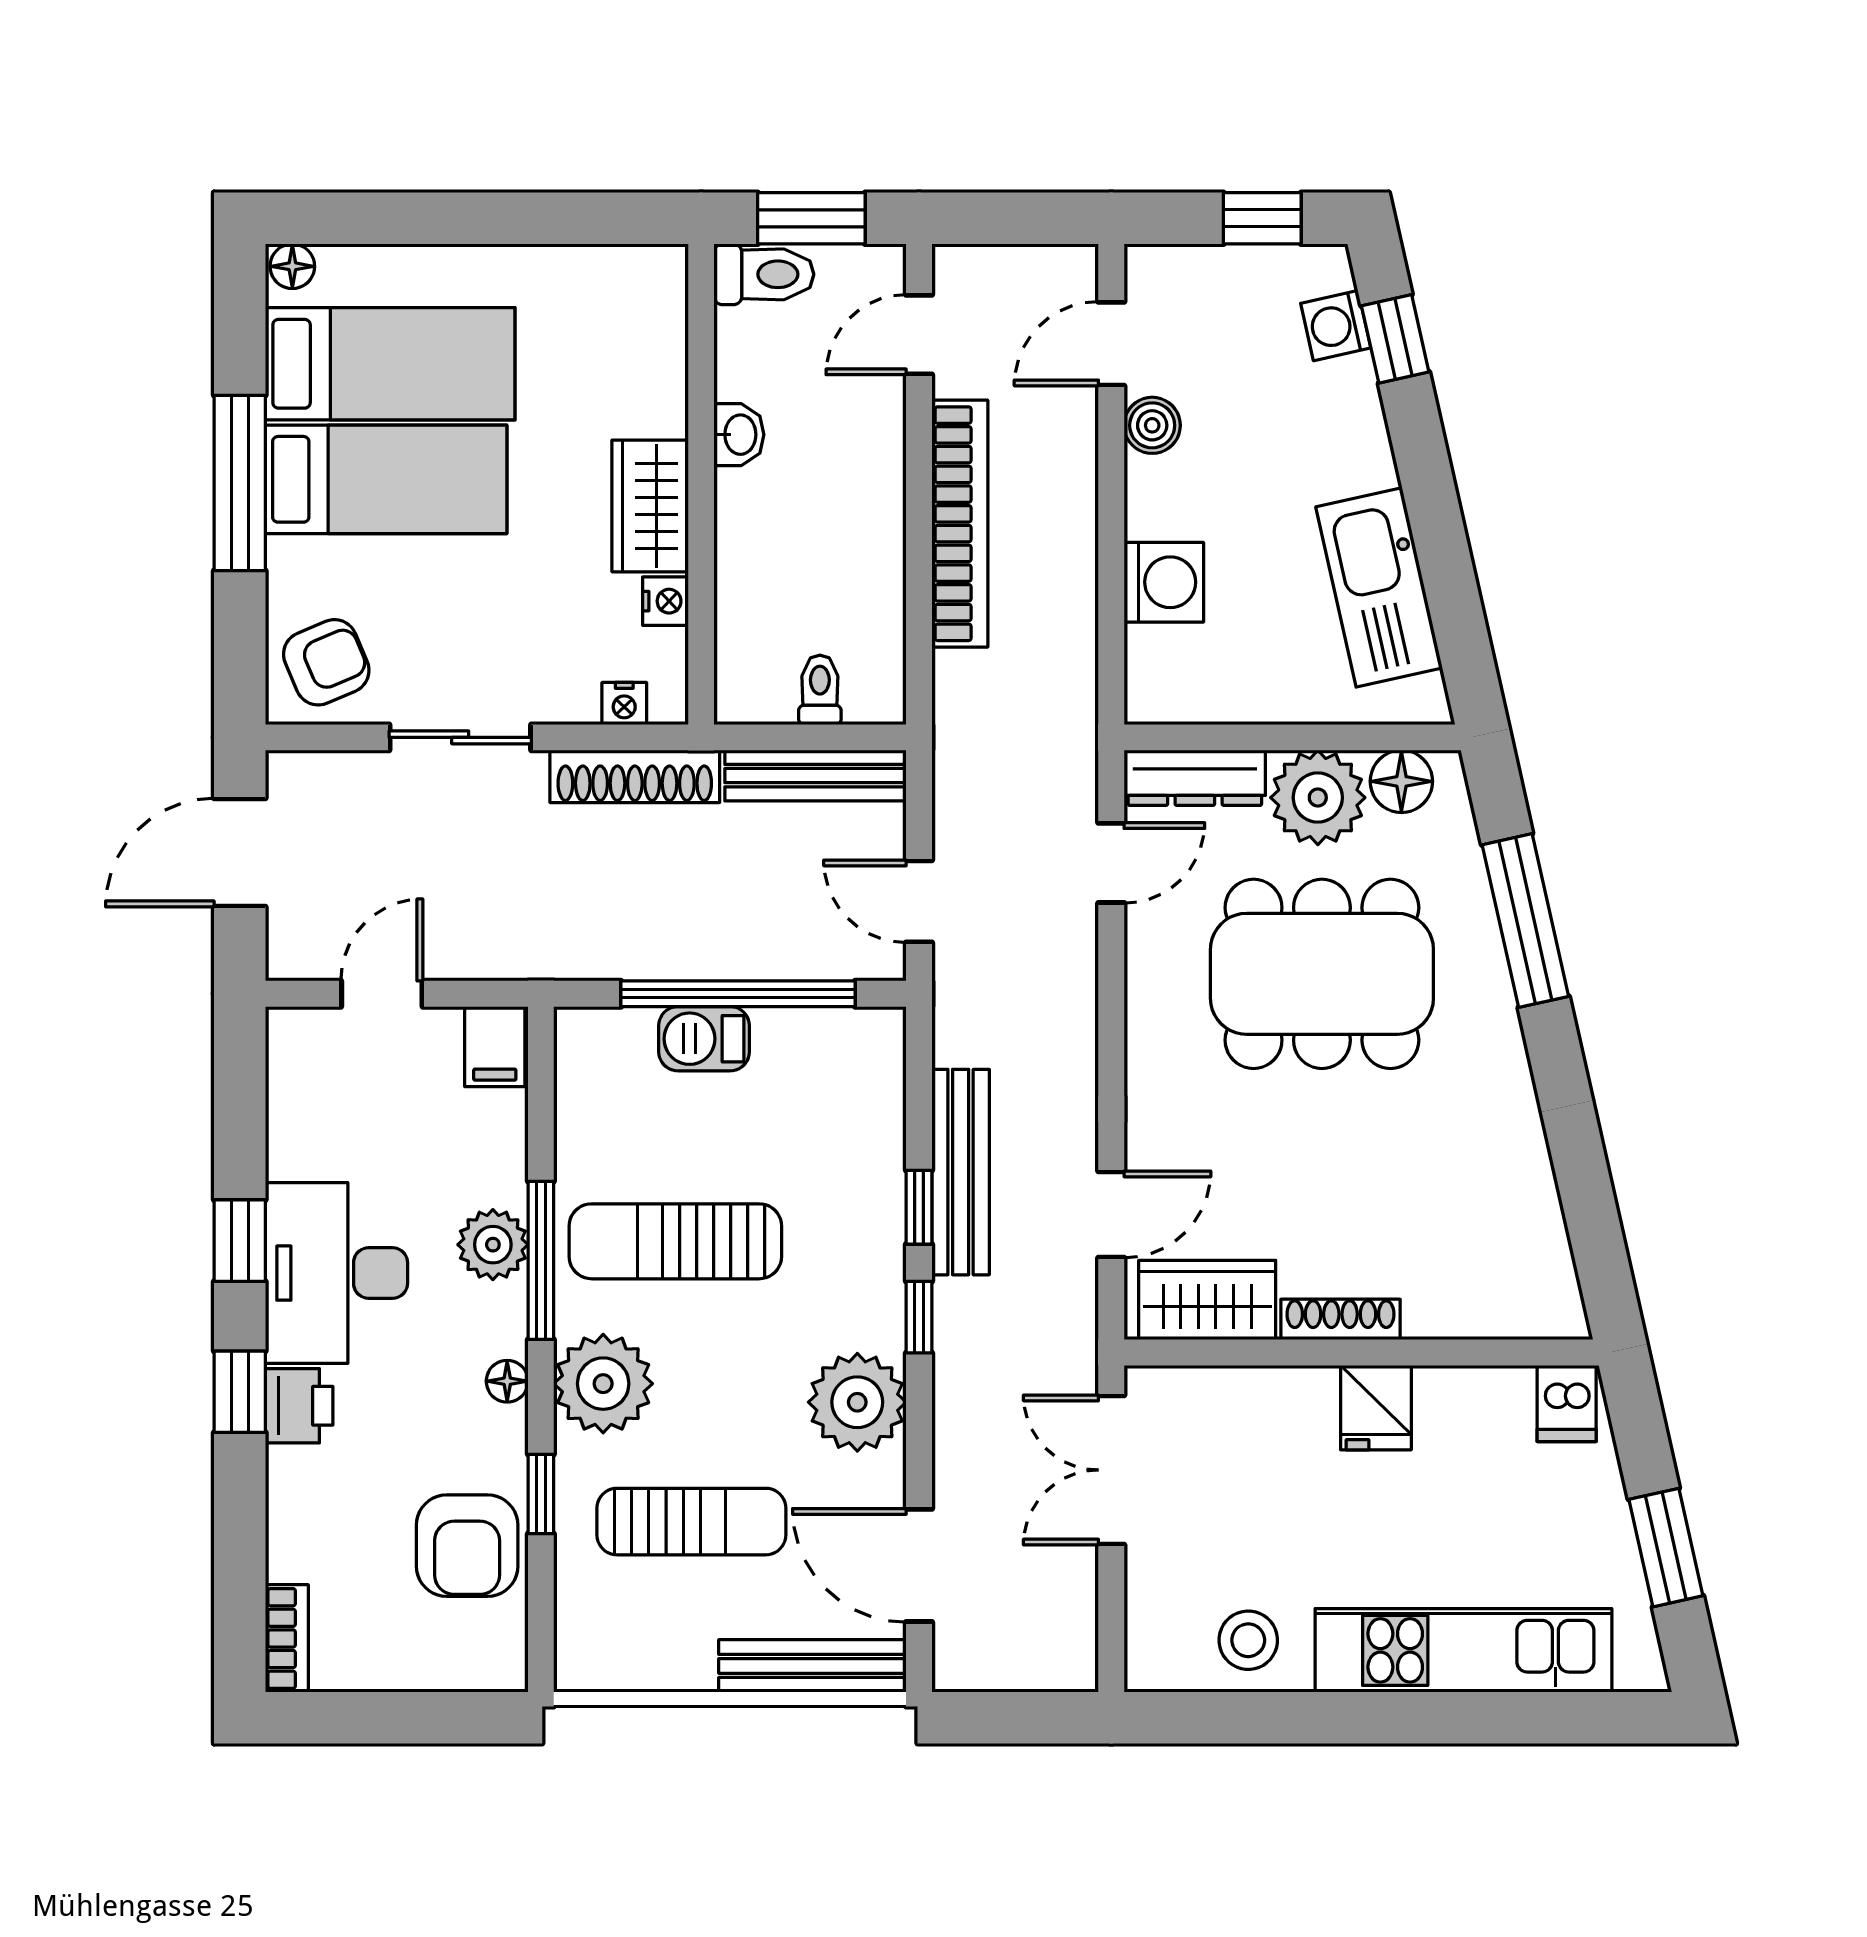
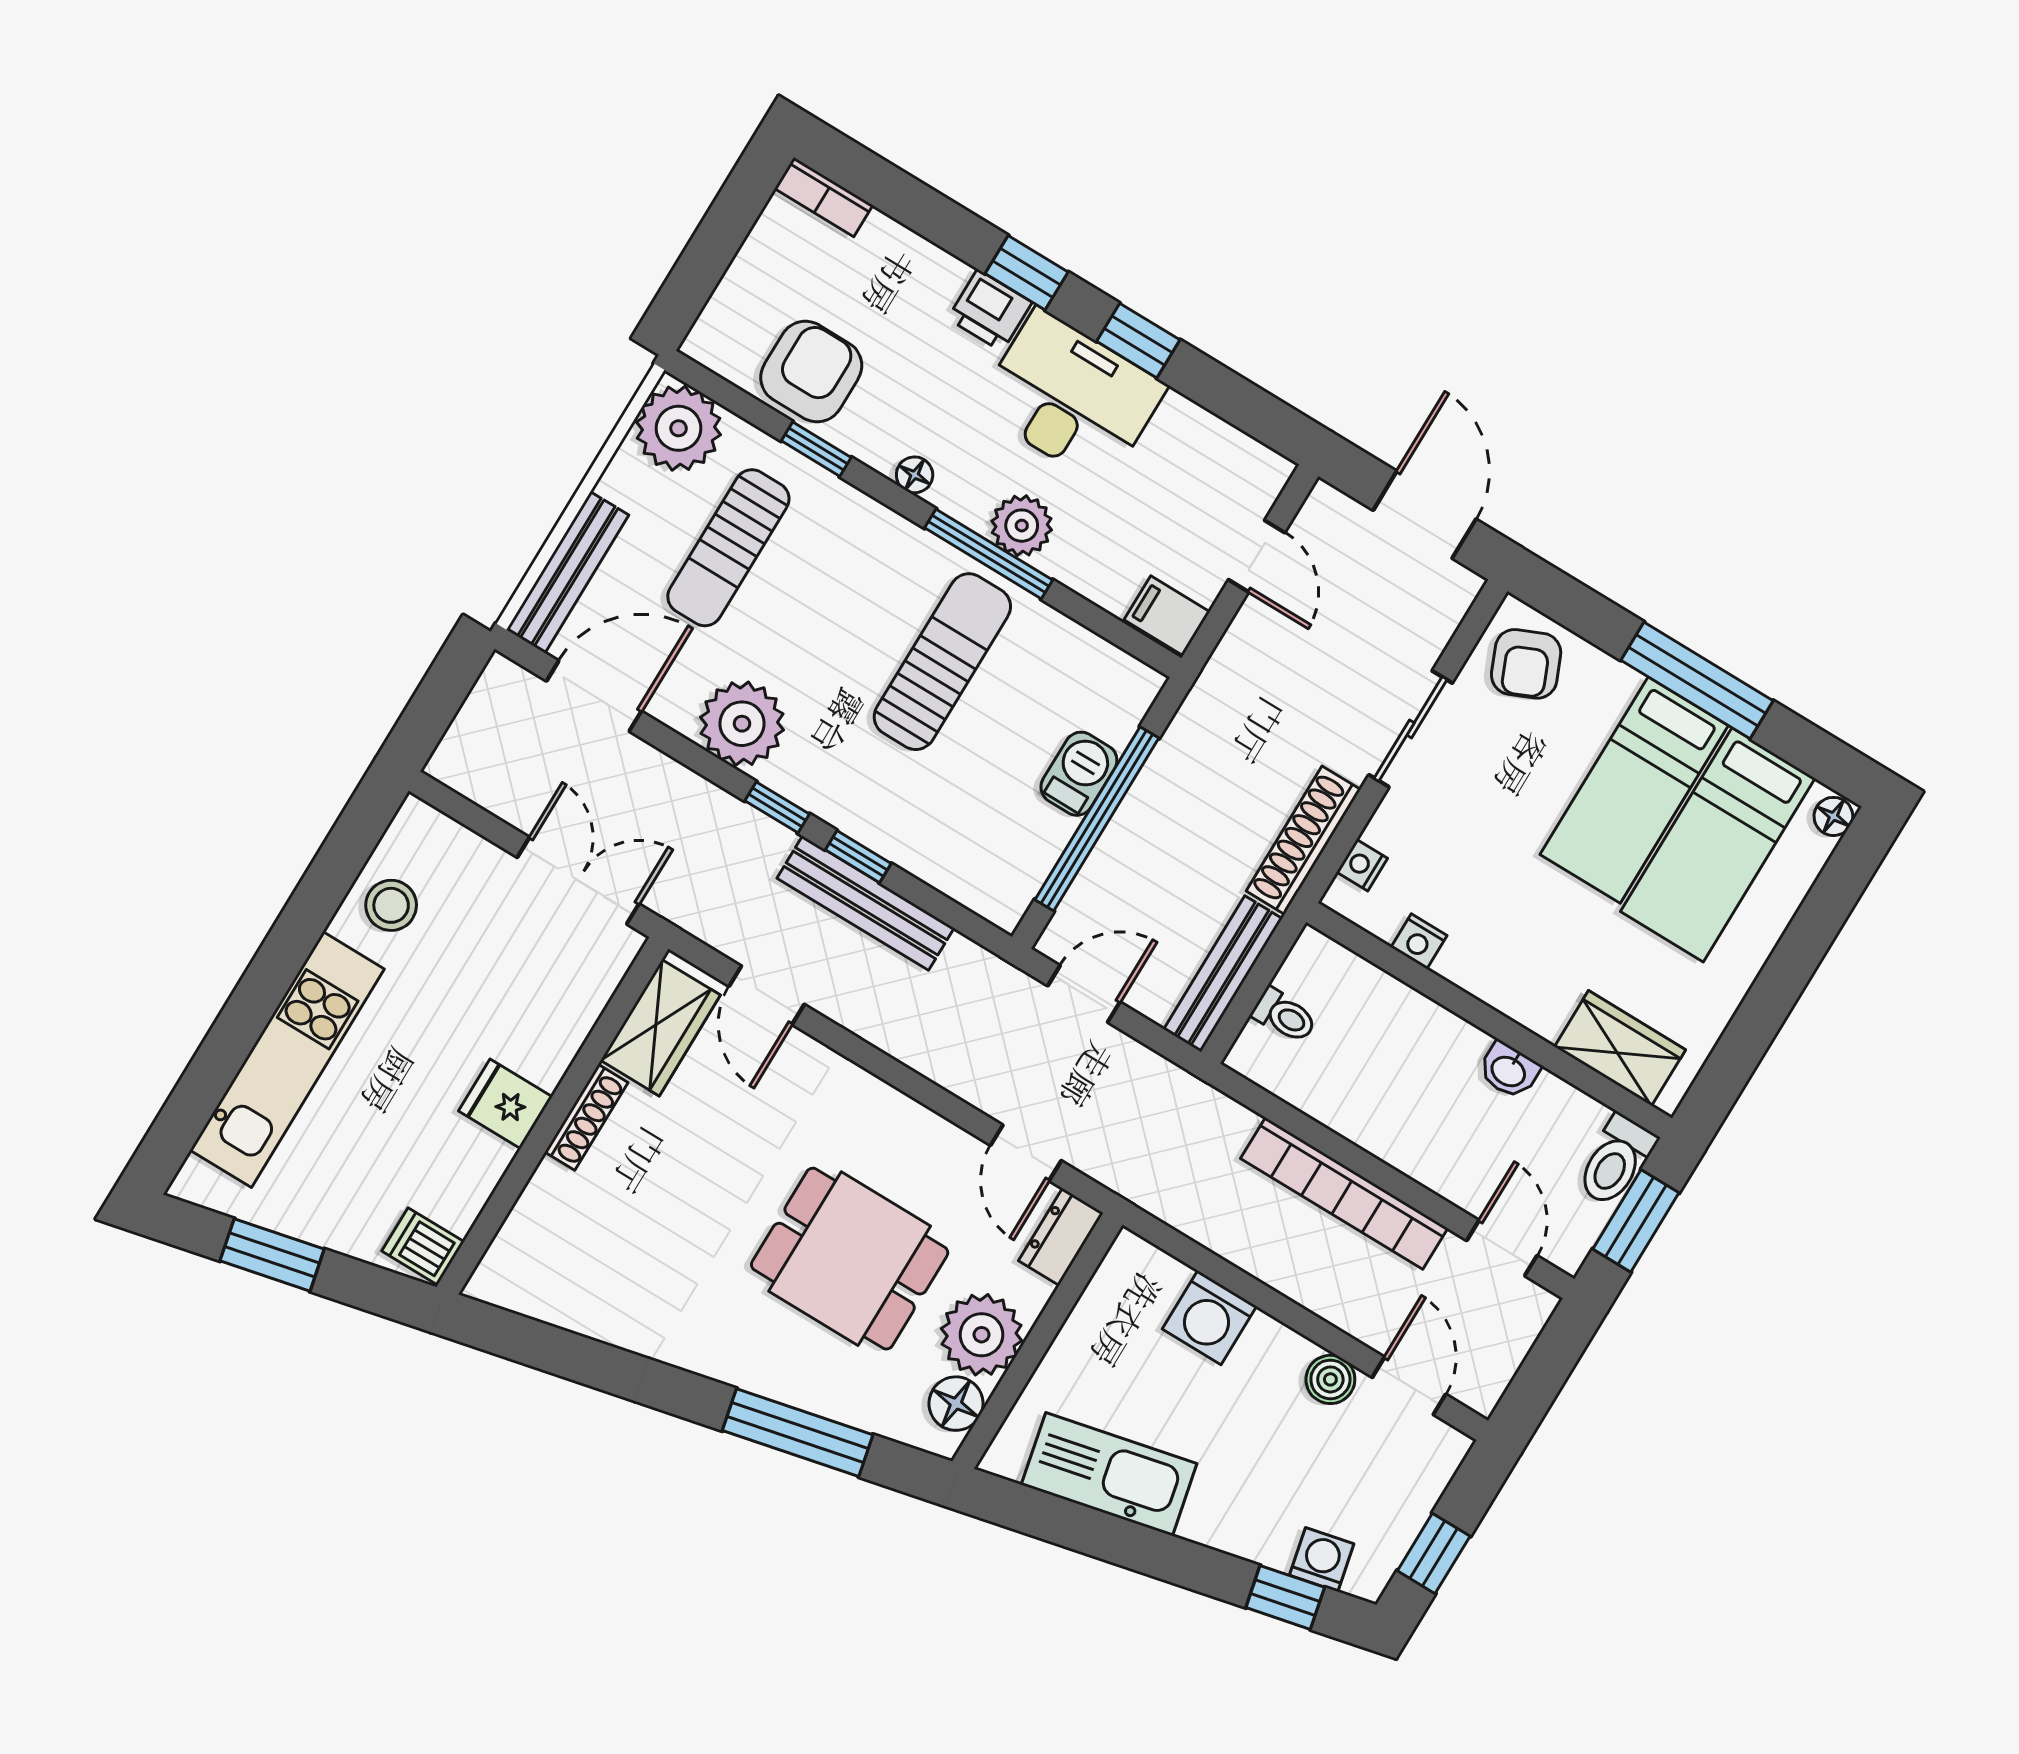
wardrobe: (650, 506) -> (1620, 1048), moved
dresser: (1195, 778) -> (1061, 1237), width x0.70
dining table: (1322, 974) -> (850, 1259), width x0.73
plant: (603, 1384) -> (679, 428), moved
armchair: (467, 1546) -> (811, 372), turned 90

